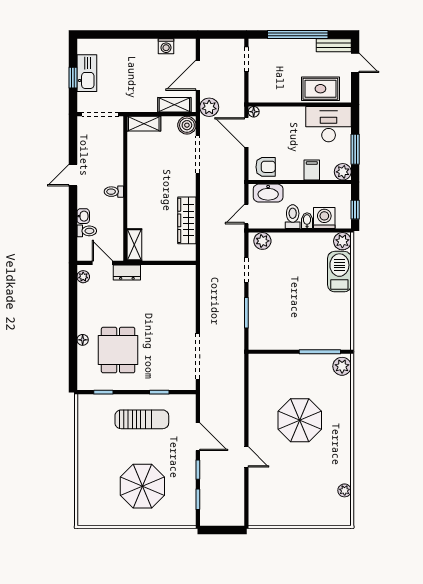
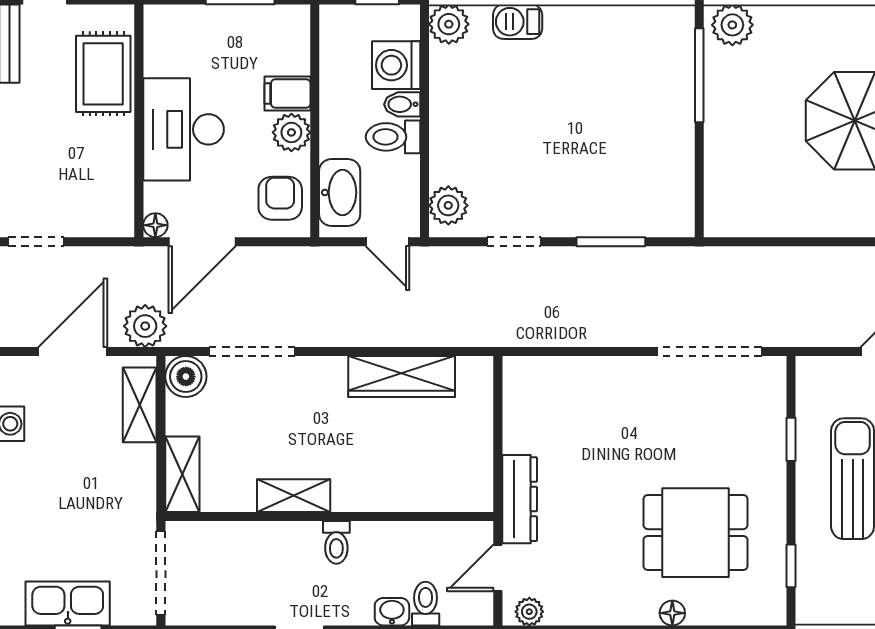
door: (198, 75) -> (73, 352), swing flipped
desk: (329, 124) -> (184, 129), moved
plant: (343, 172) -> (291, 132), moved
shelving: (134, 245) -> (294, 496), moved
dresser: (127, 272) -> (520, 499), width x1.44
barbecue: (339, 272) -> (518, 22), width x0.53, depth x0.65

